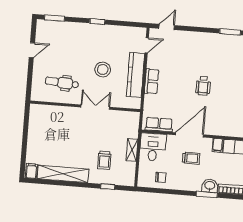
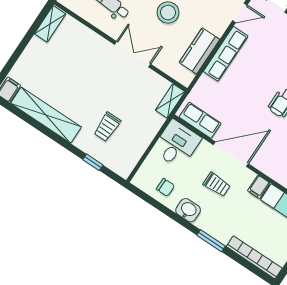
kitchen counter: (136, 75) -> (199, 51), width x0.67
row of seats: (152, 81) -> (226, 54), width x1.48
shelving: (34, 117) -> (50, 24), added
shelving: (132, 150) -> (170, 101), moved
washbasin: (210, 186) -> (188, 210), moved

